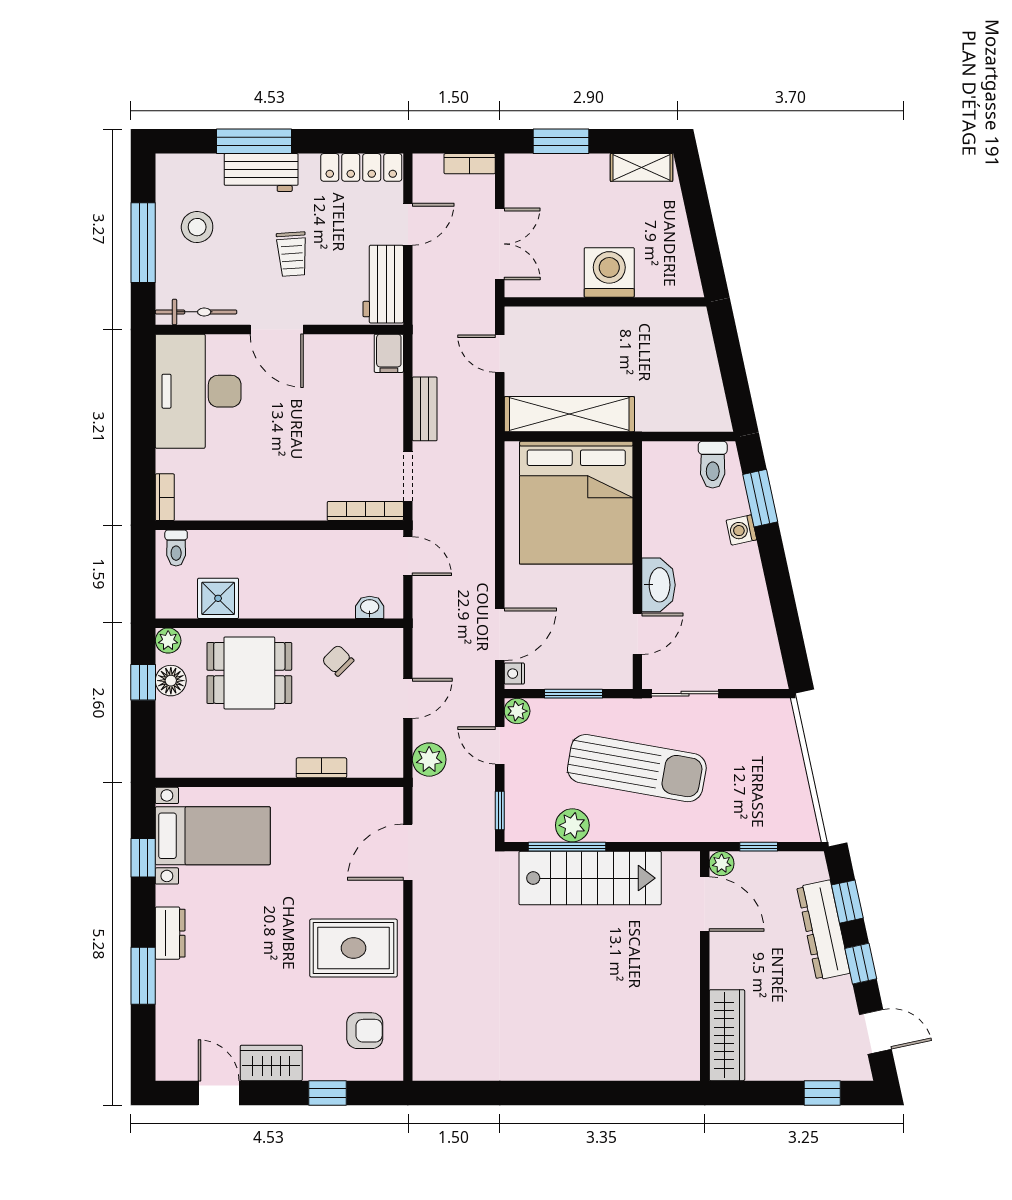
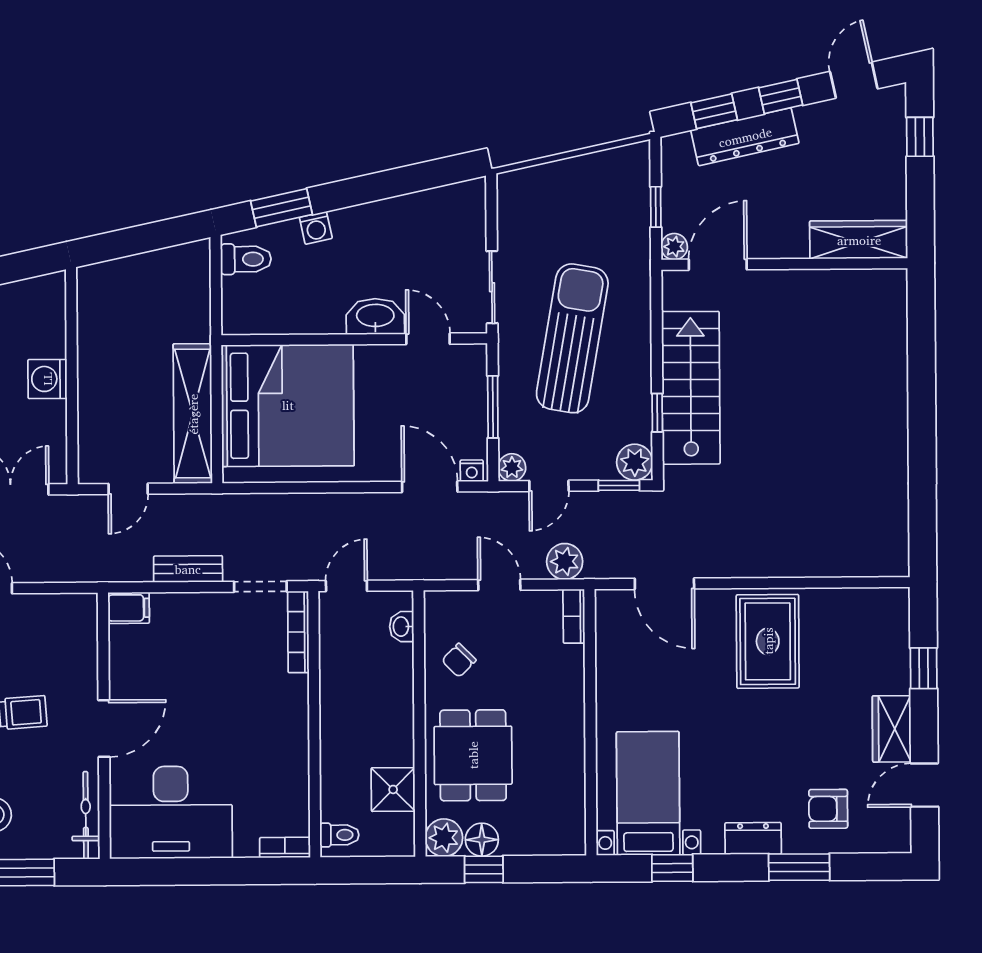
washing machine: (609, 272) -> (47, 379), width x0.73, depth x0.73
workbench: (383, 284) -> (54, 615), removed
plant: (168, 641) -> (444, 838), width x1.38, depth x1.38
bookcase: (321, 768) -> (574, 616), moved
plant: (572, 825) -> (635, 462), moved
window: (567, 847) -> (657, 413), width x0.46
armchair: (365, 1031) -> (828, 809), moved, turned -90

